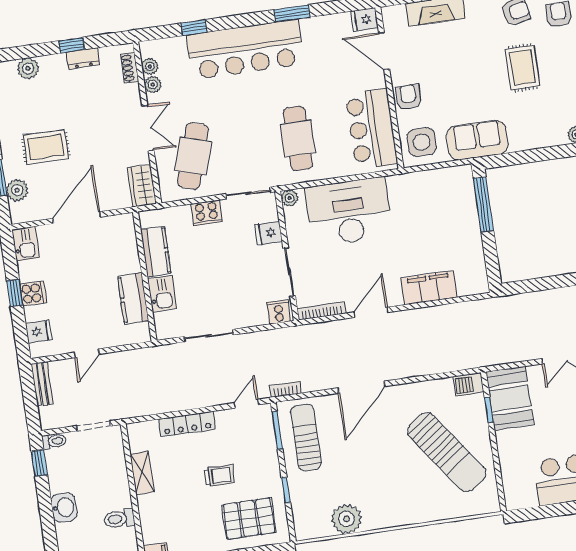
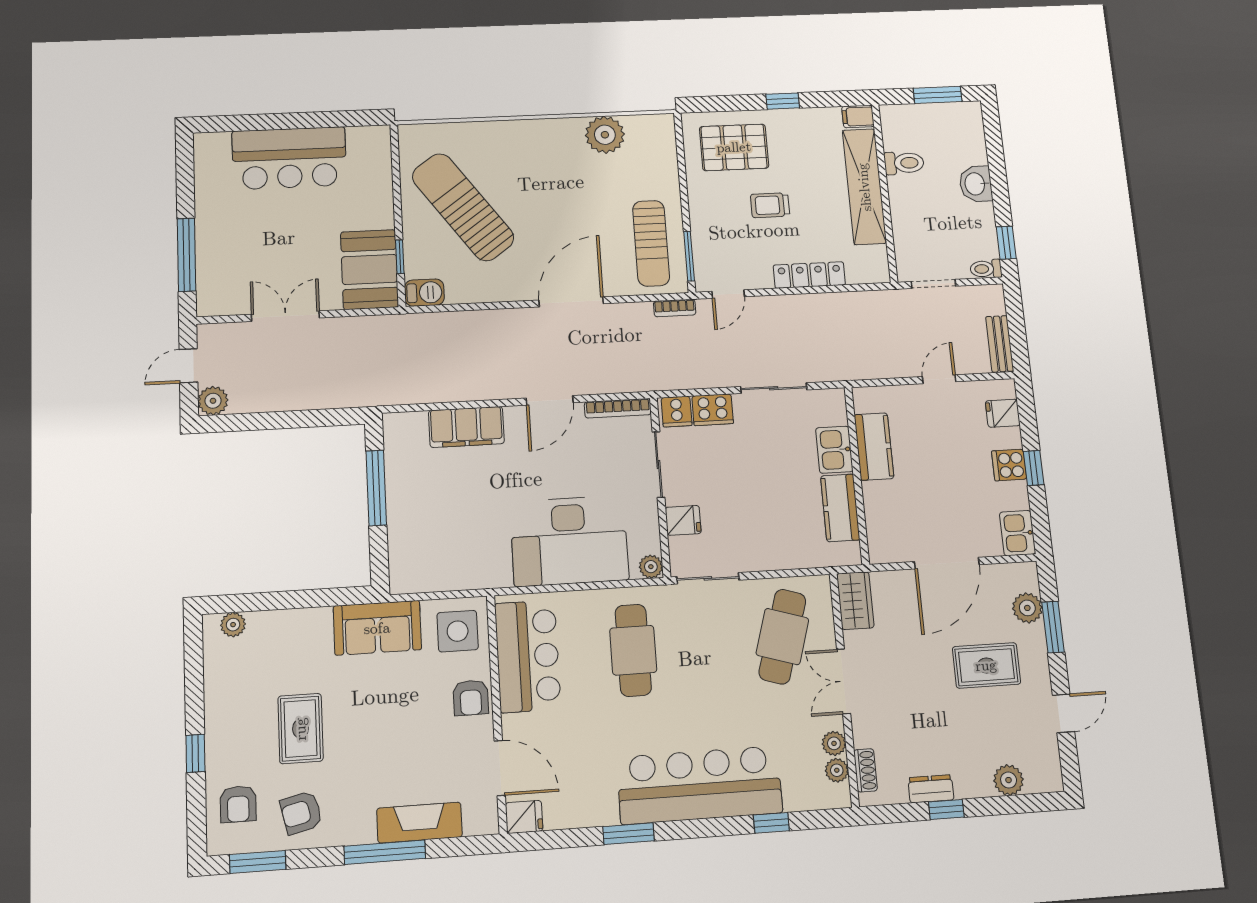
window: (483, 204) -> (376, 488), moved
cooker: (207, 213) -> (713, 410), moved, turned 180
shelving: (142, 473) -> (864, 187), width x2.20, depth x1.33
window: (286, 490) -> (683, 179), removed

